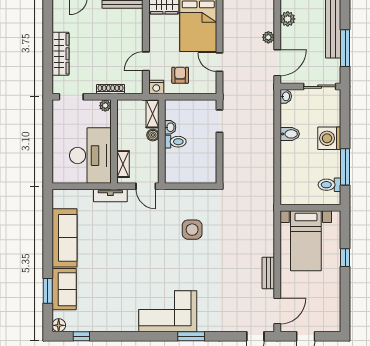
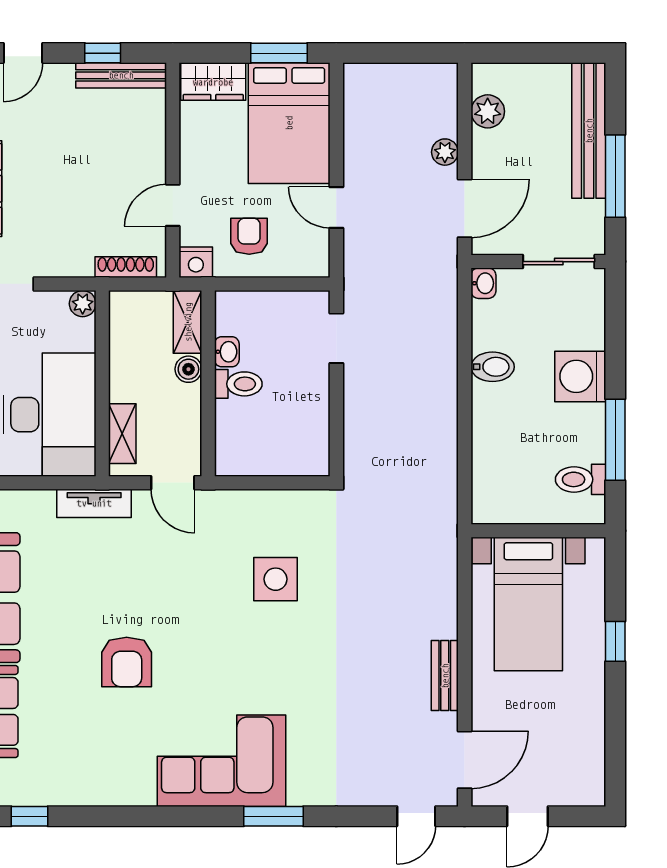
shoe rack: (111, 89) -> (126, 267), moved
armchair: (125, 267) -> (127, 662), added

